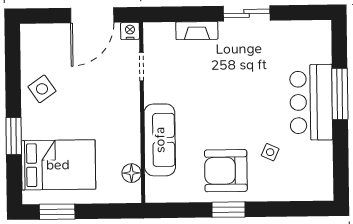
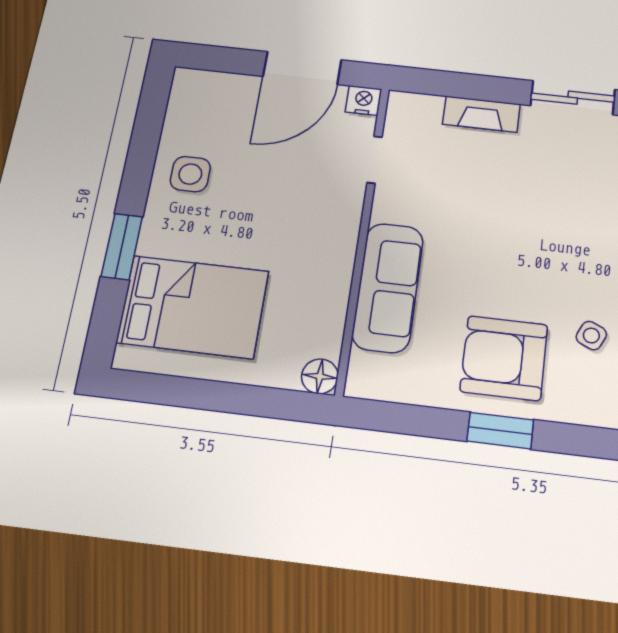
side table: (42, 89) -> (190, 174), turned 35
floor lamp: (131, 173) -> (320, 376), moved
window: (57, 212) -> (173, 391), removed

